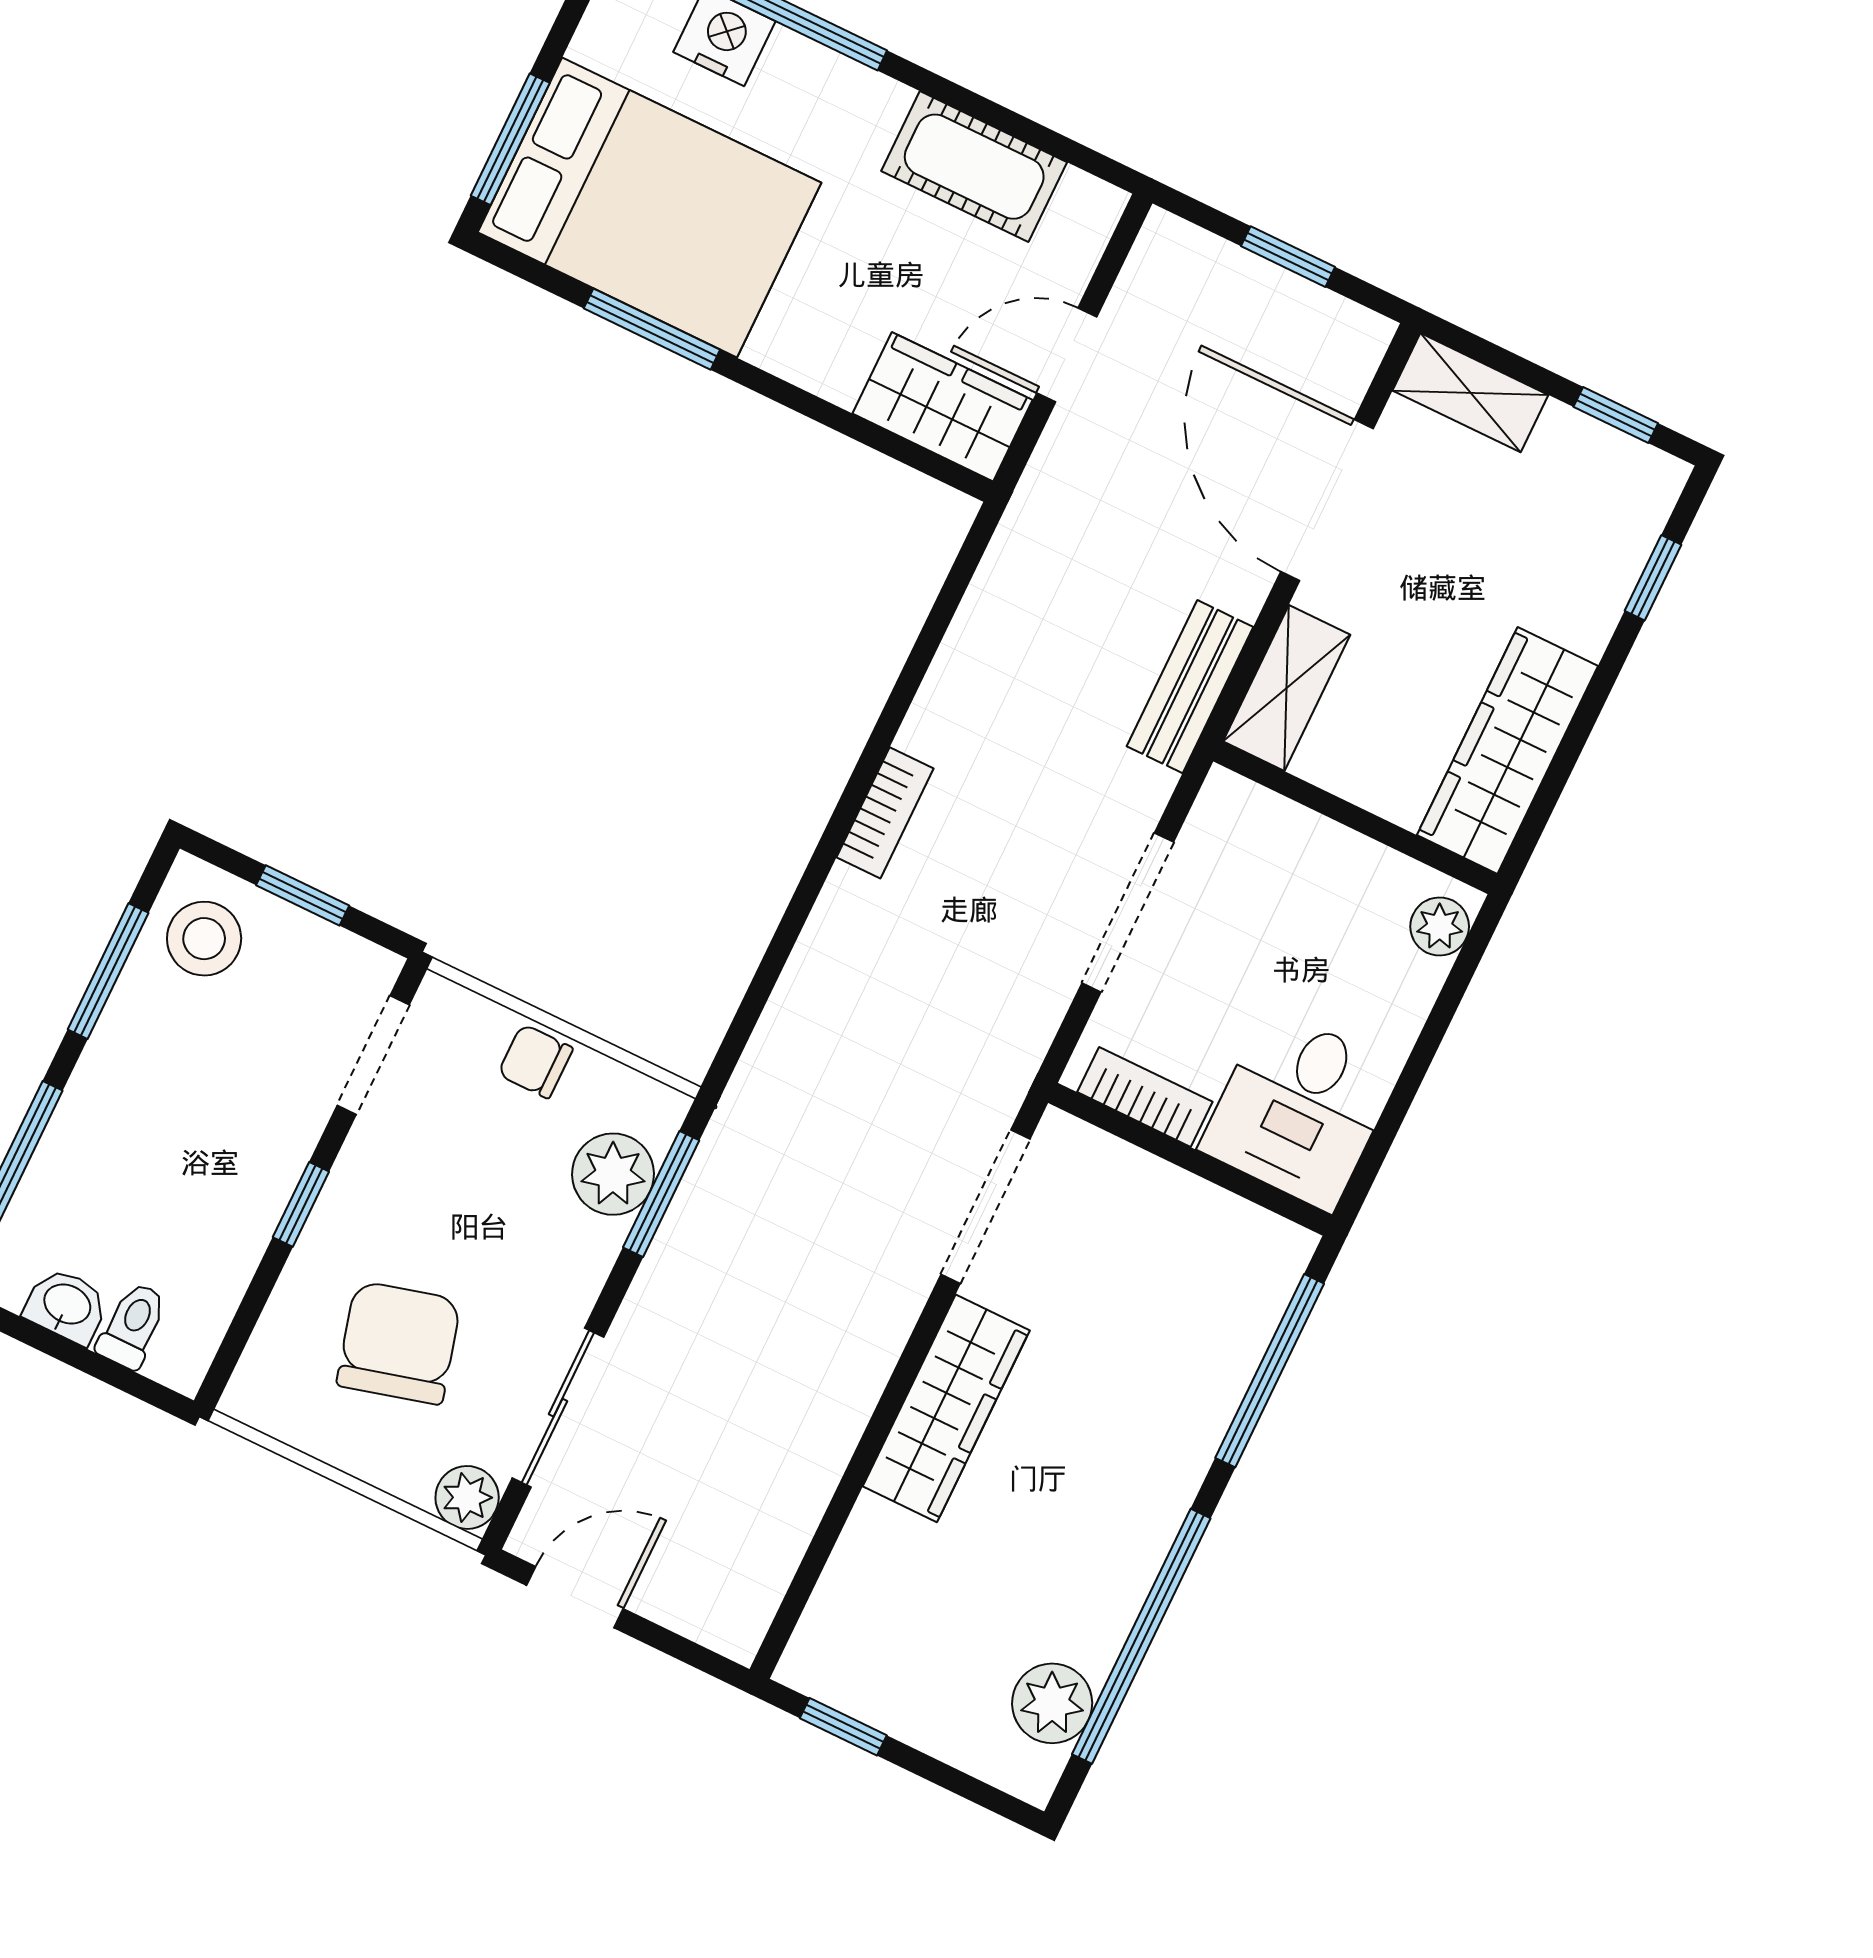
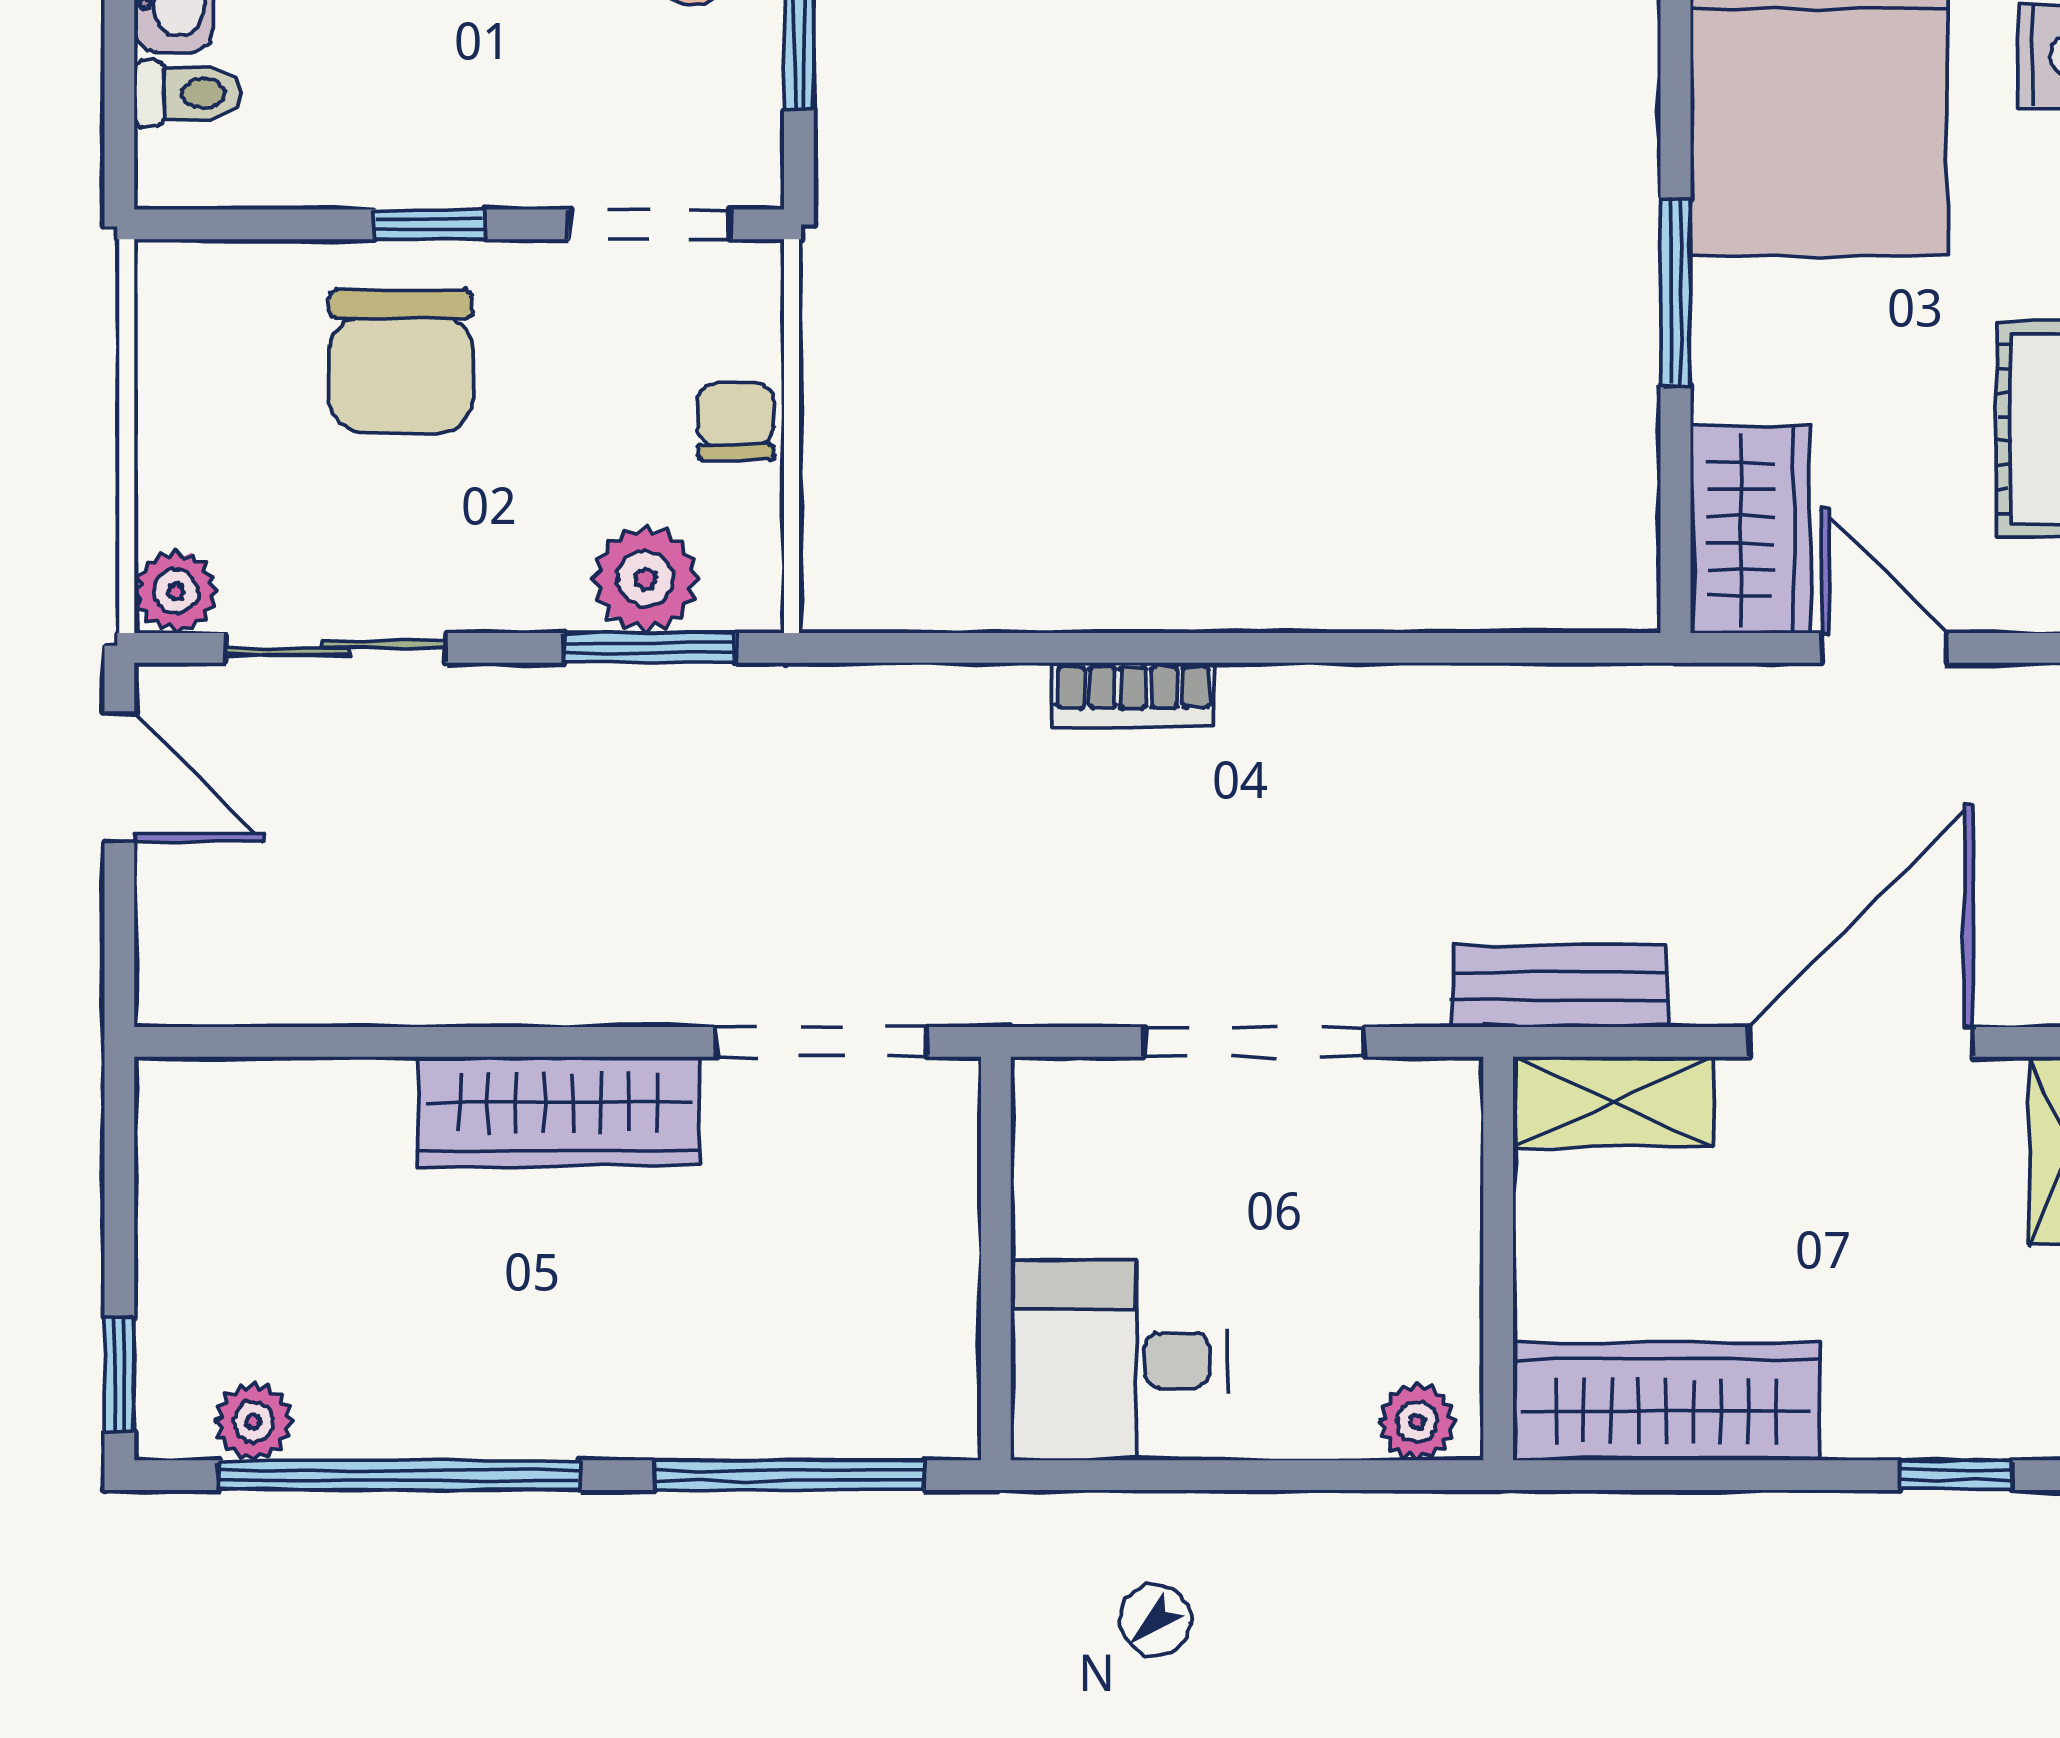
window: (652, 329) -> (1675, 292), moved
bookcase: (885, 813) -> (1133, 695), moved
bookcase: (1145, 1097) -> (1044, 1169), removed
chair: (399, 1343) -> (401, 361), moved, turned 105
plant: (1052, 1703) -> (253, 1422), width x0.73, depth x0.73
window: (843, 1727) -> (119, 1375), moved

